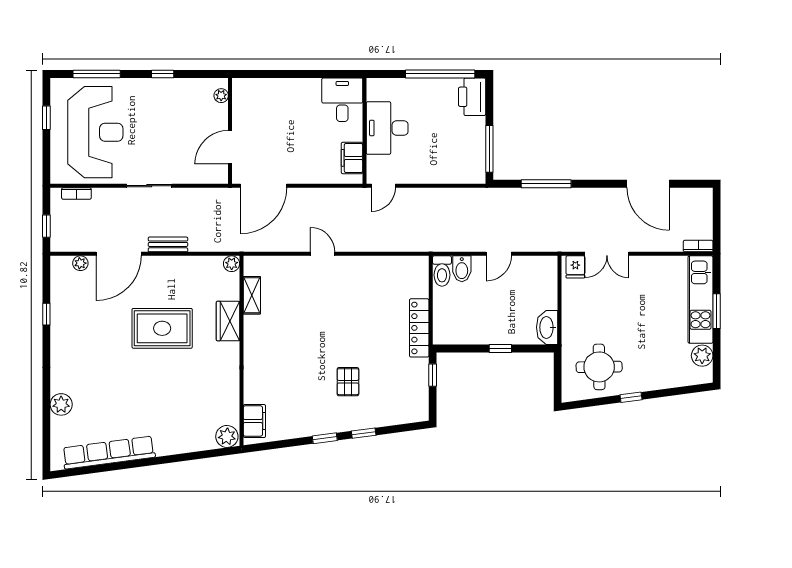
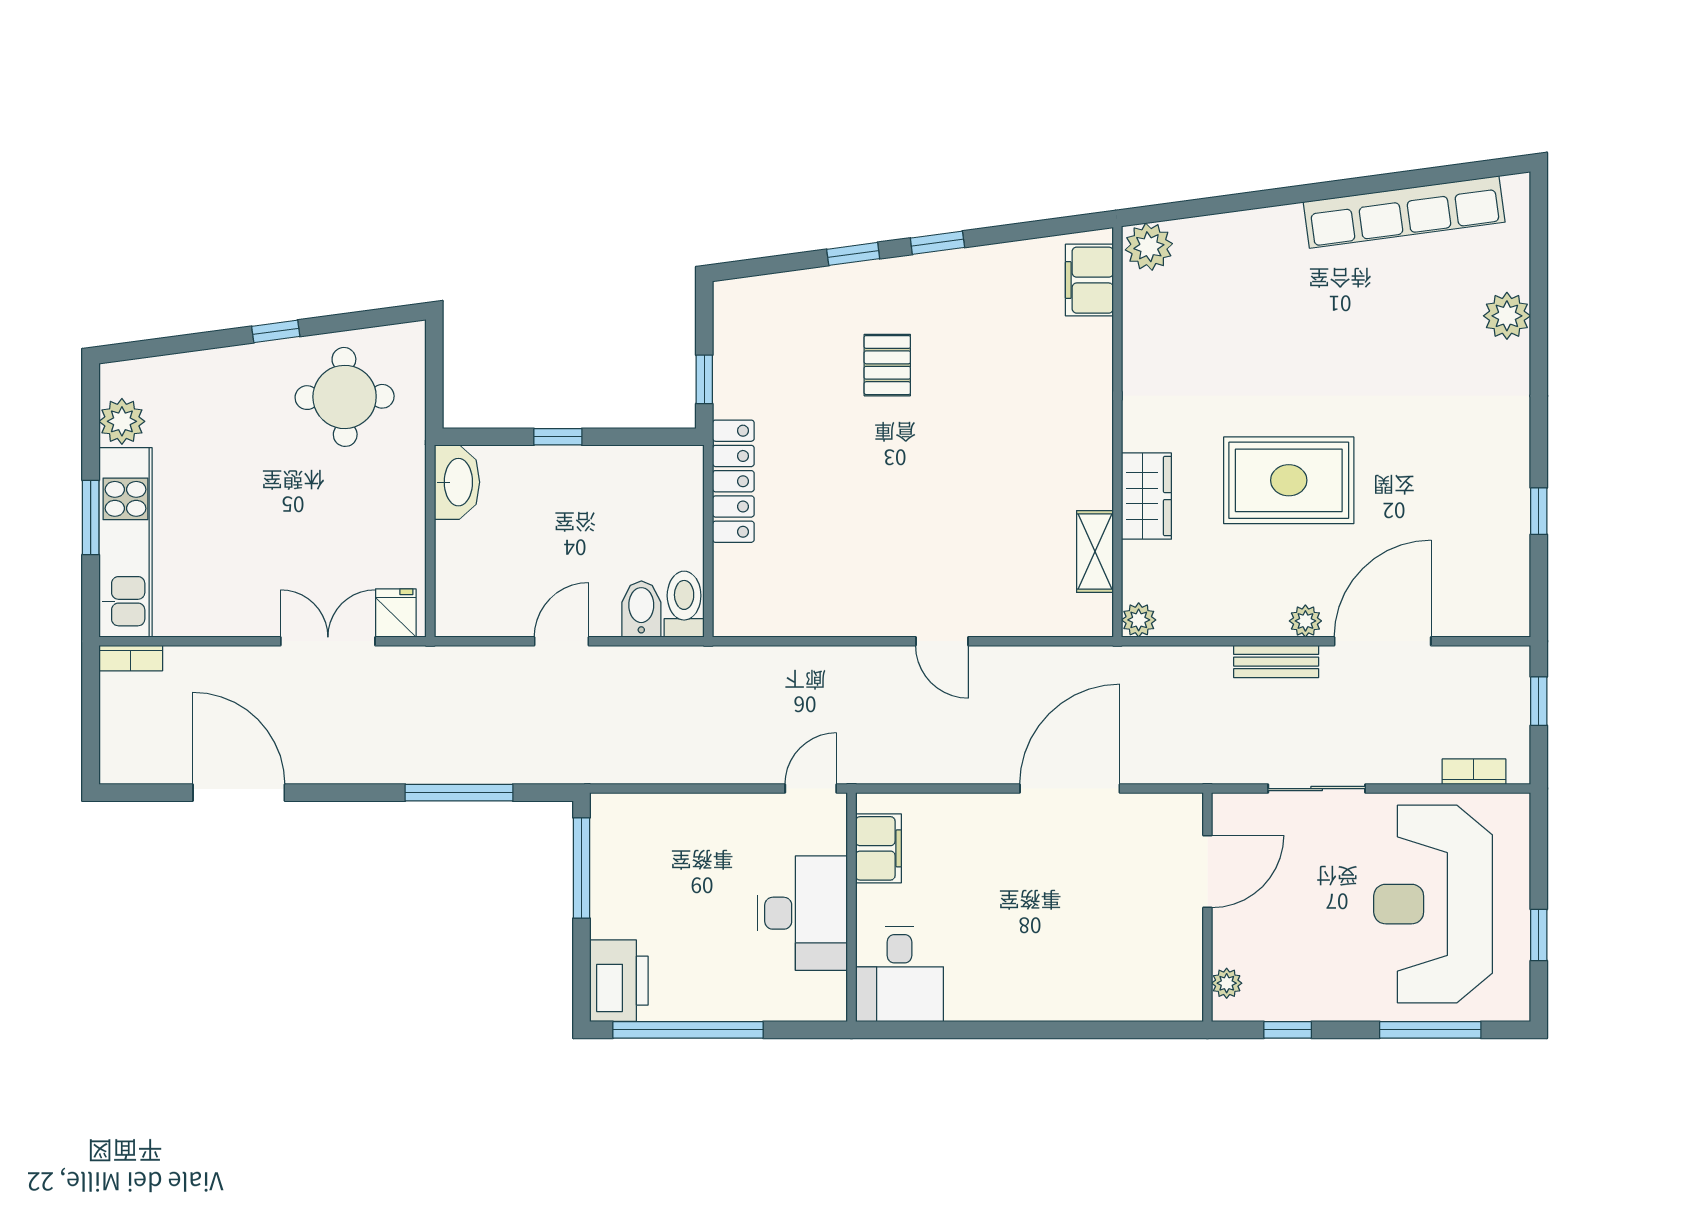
plant: (221, 96) -> (1227, 983), moved
wall: (230, 131) -> (1207, 907), moved
door: (230, 147) -> (1207, 872), moved
plant: (80, 263) -> (1305, 621), moved

